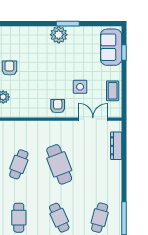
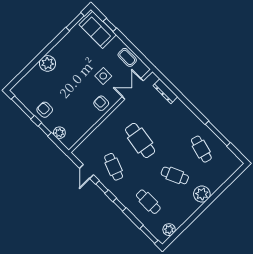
window: (68, 24) -> (75, 22), moved
plant: (59, 35) -> (48, 63), moved
cafe table: (59, 164) -> (140, 140), turned 30

